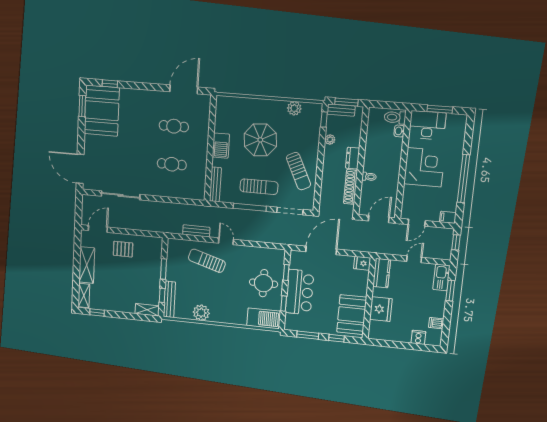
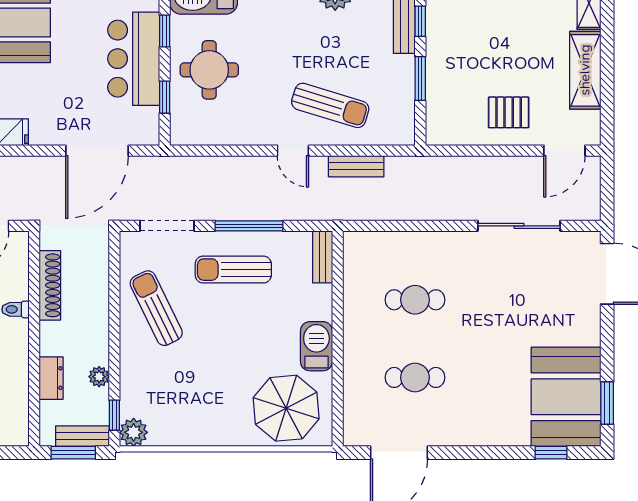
plant: (294, 108) -> (134, 432), moved
parasol: (260, 140) -> (286, 408), moved
dresser: (353, 158) -> (51, 378), moved
bench: (215, 184) -> (323, 257), width x0.73

